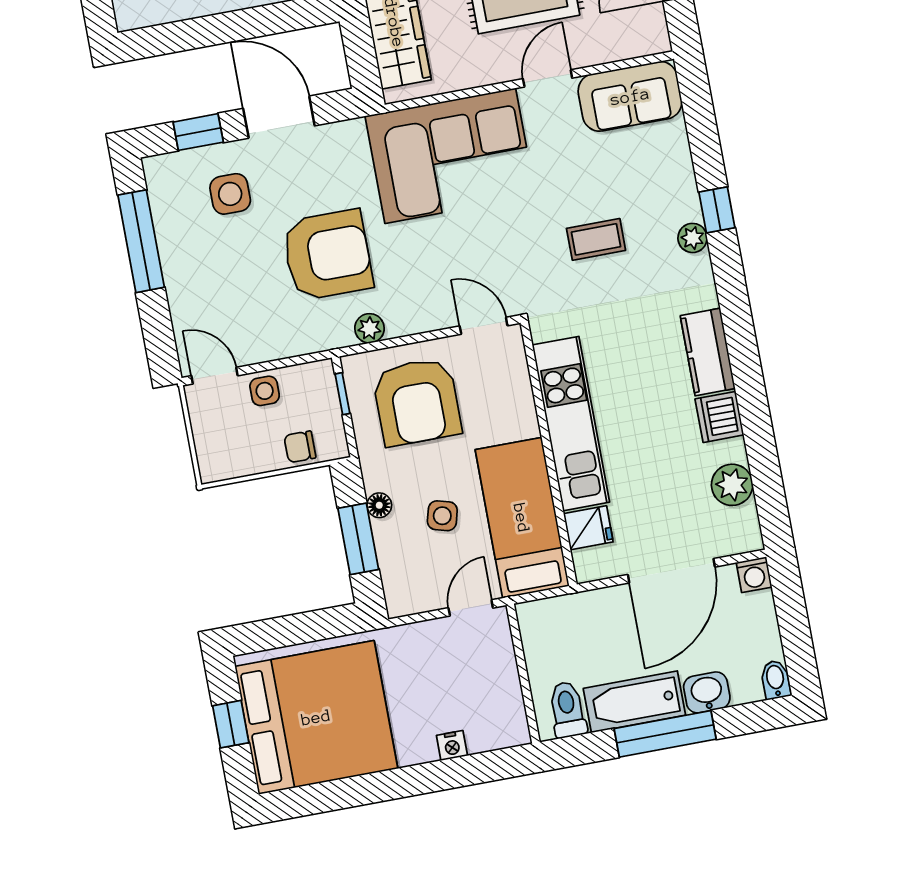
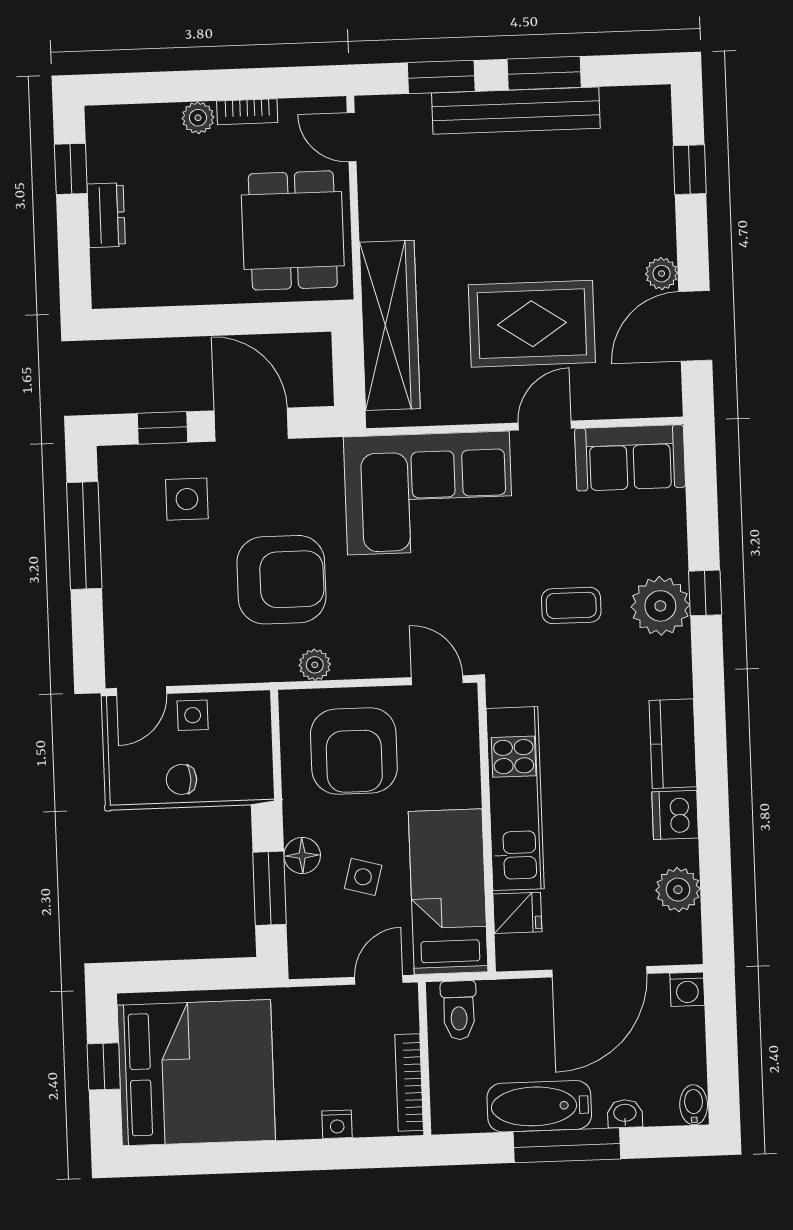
plant: (693, 238) -> (660, 606), width x1.87, depth x1.87
door: (215, 376) -> (141, 691), swing flipped
window: (342, 394) -> (275, 731), removed
chair: (300, 447) -> (181, 779), moved
floor lamp: (379, 505) -> (302, 855), width x1.37, depth x1.37
washbasin: (707, 692) -> (625, 1114), width x0.72, depth x0.69
bookcase: (512, 698) -> (409, 1082), added
toilet: (567, 710) -> (459, 1010), moved, turned 180

